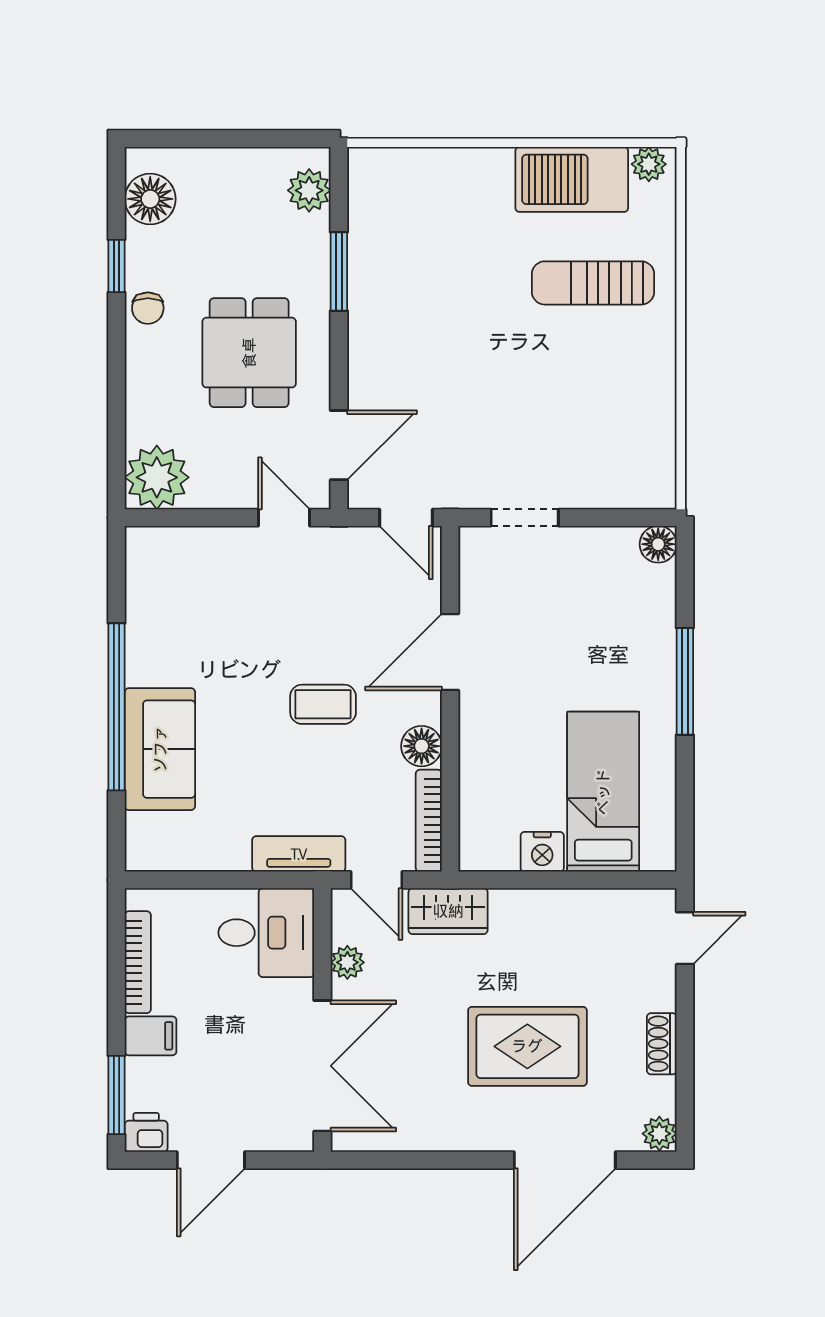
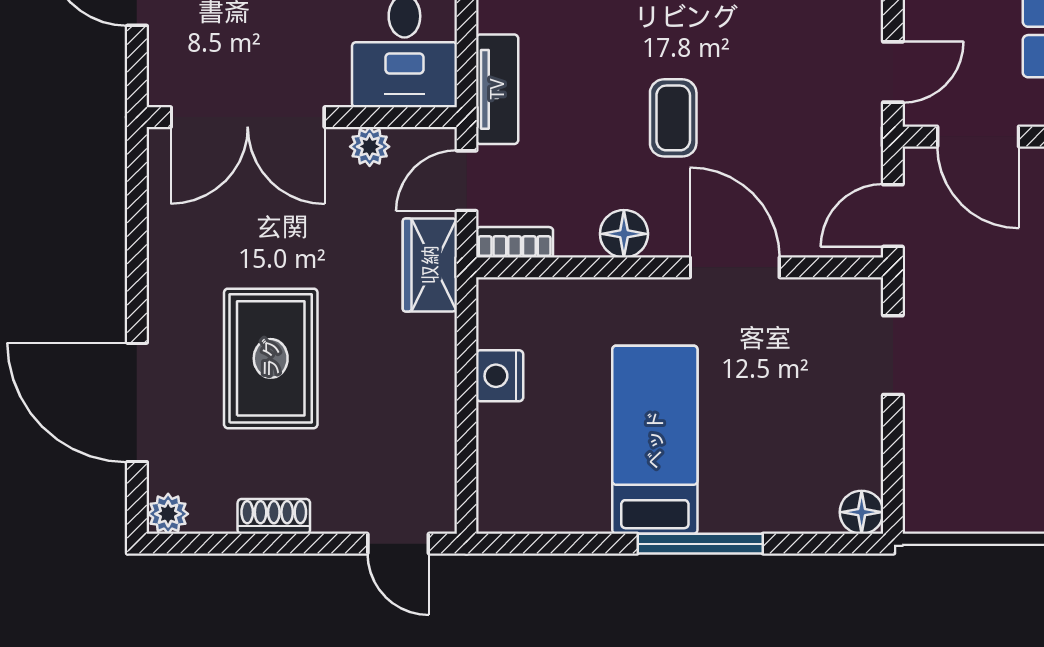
bed: (603, 792) -> (655, 440), moved, turned -90
bookcase: (429, 821) -> (515, 242), width x0.64

